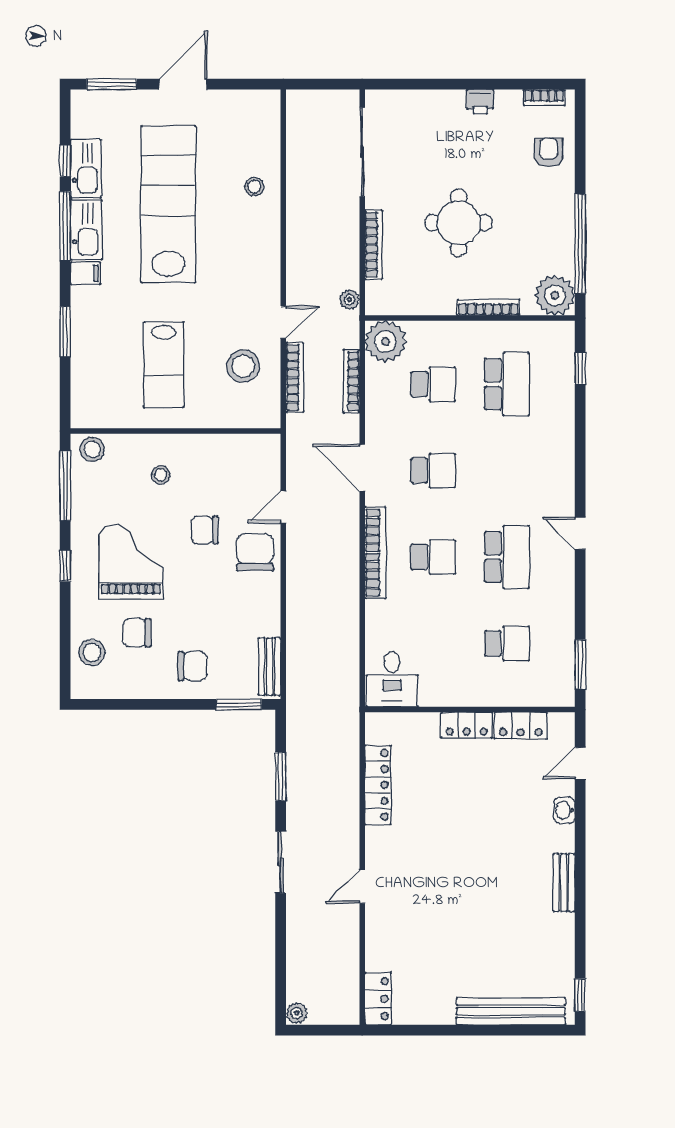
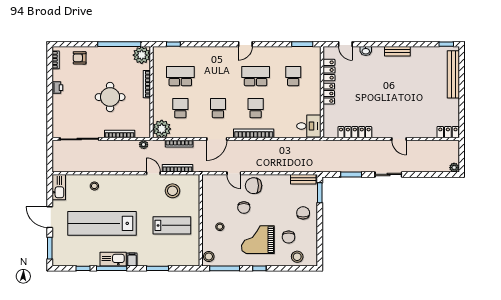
kitchen sink: (86, 169) -> (59, 187), moved, turned 90

